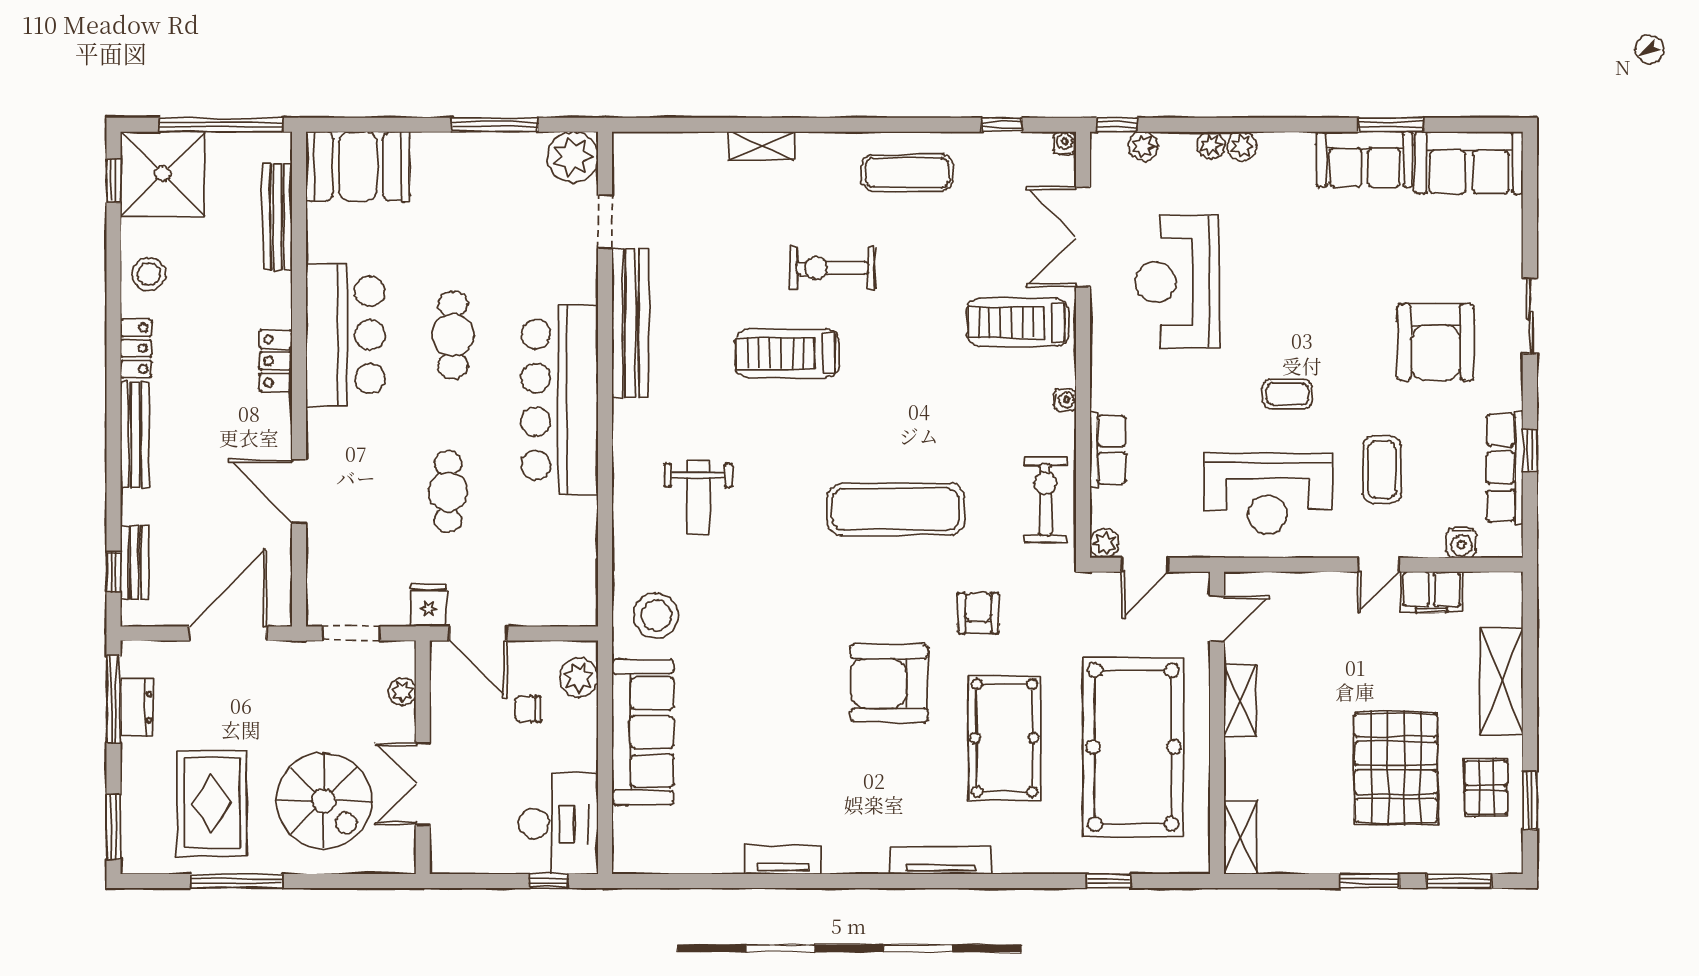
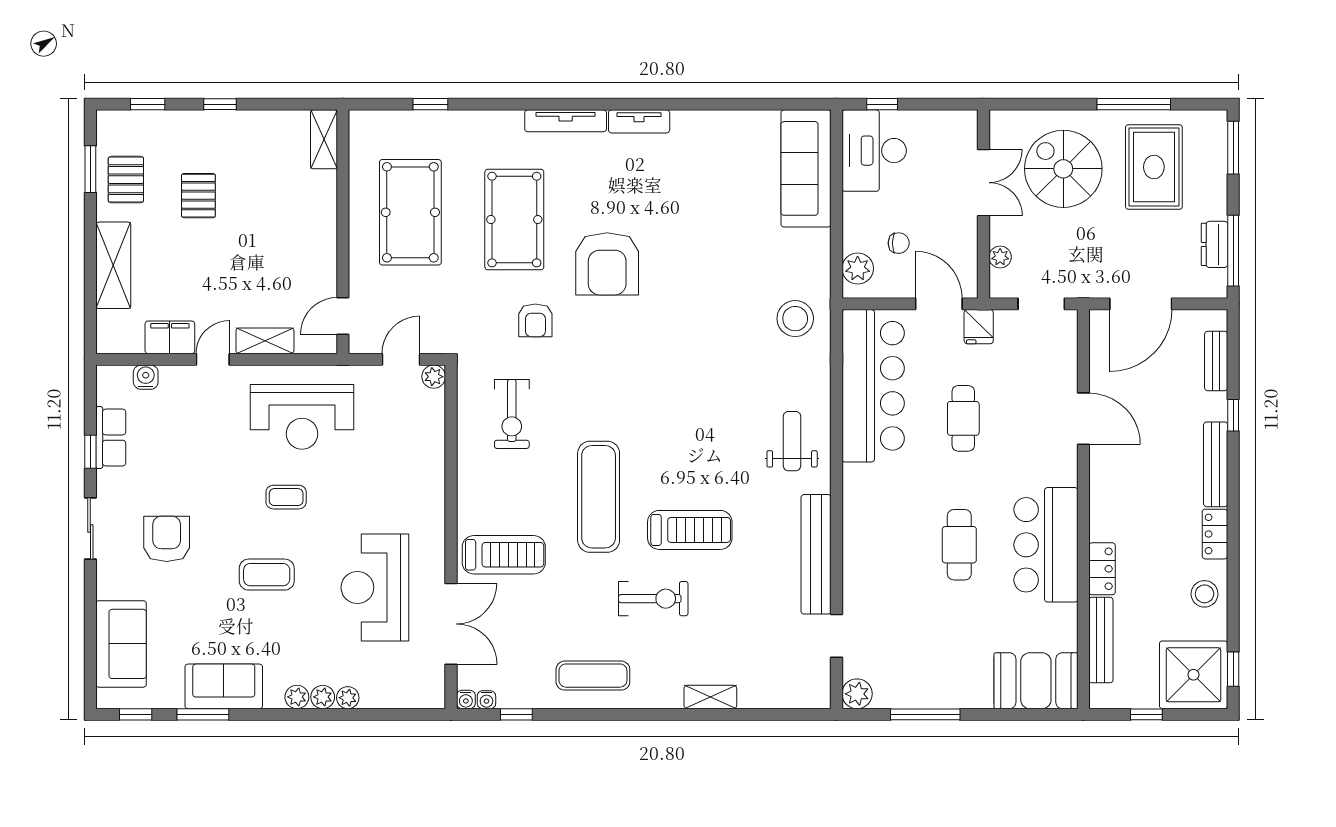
window: (221, 125) -> (1146, 714), width x0.32
window: (1117, 125) -> (136, 714), moved
plant: (1143, 146) -> (297, 697), moved
plant: (573, 157) -> (857, 694), width x0.73, depth x0.73
sofa: (1469, 163) -> (121, 644), moved, turned 90
reception desk: (1177, 282) -> (375, 587), turned 180
sliding door: (1530, 316) -> (90, 528), moved
armchair: (1435, 342) -> (167, 539), width x0.73, depth x0.73
locker: (276, 361) -> (1102, 569), moved
bar counter: (560, 400) -> (873, 386), moved
water cooler: (1065, 400) -> (486, 700), moved, turned -90
row of seats: (1108, 449) -> (431, 452), removed
row of seats: (1505, 468) -> (111, 438), width x0.68
coffee table: (1382, 470) -> (267, 575), moved, turned 90
reception desk: (1268, 494) -> (302, 417), turned 180
weight bench: (698, 497) -> (792, 441), moved
exercise bike: (1045, 500) -> (512, 414), moved
exercise mat: (896, 509) -> (599, 497), moved, turned 90
window: (113, 572) -> (1233, 415), moved
armchair: (889, 683) -> (607, 264), turned 90
shelving: (1240, 701) -> (265, 341), moved, turned 90
sofa: (643, 732) -> (806, 168), moved
pool table: (1133, 747) -> (410, 212), width x0.73, depth x0.76
pallet: (1396, 768) -> (198, 196), width x0.49, depth x0.50
tv unit: (783, 860) -> (639, 121), moved
window: (1369, 881) -> (220, 104), width x0.67
window: (1459, 881) -> (148, 104), width x0.67

